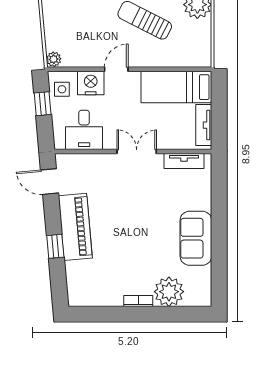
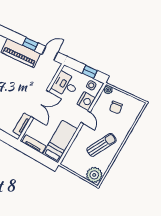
chair: (74, 32) -> (116, 107), added
double door: (137, 152) -> (40, 104), width x1.37
window: (55, 246) -> (30, 44), moved

